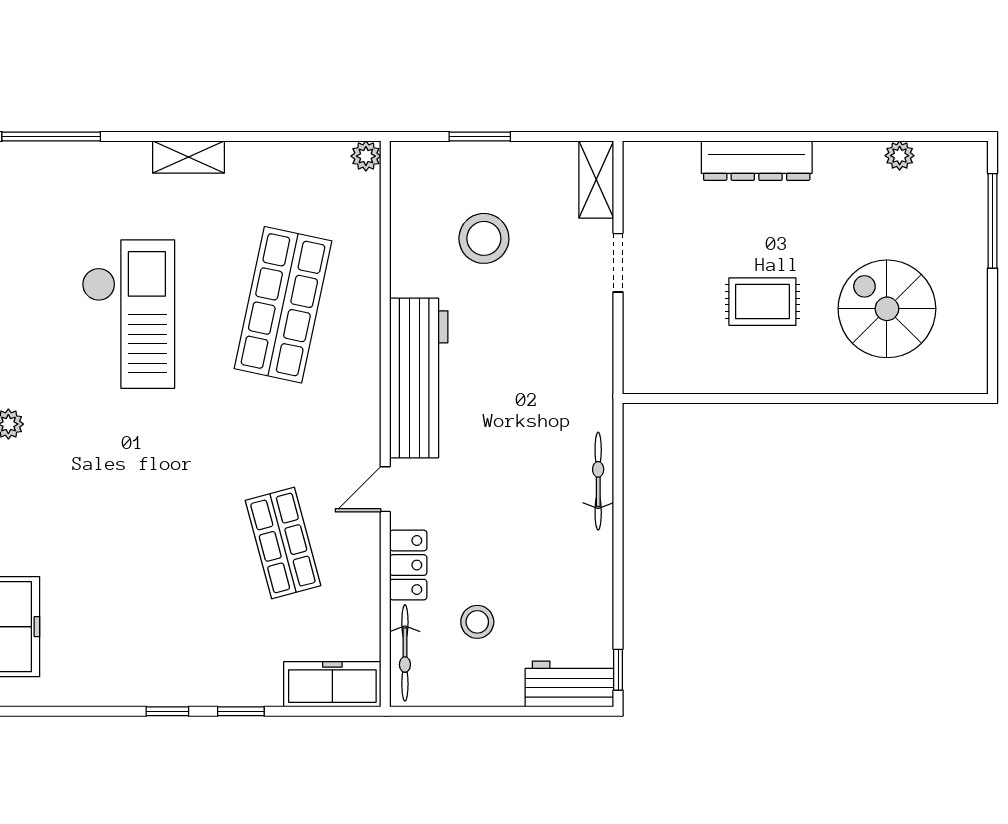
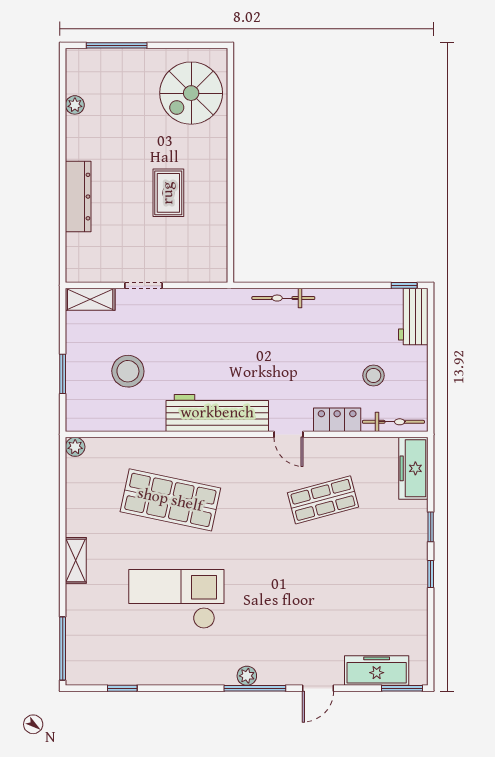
spiral stairs: (887, 309) -> (191, 93), moved

